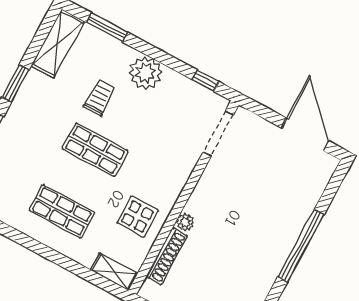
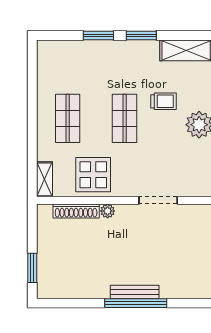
doorway: (218, 133) -> (158, 200), moved
display table: (138, 217) -> (93, 175), width x1.36, depth x1.36
bench: (288, 240) -> (135, 292), added

